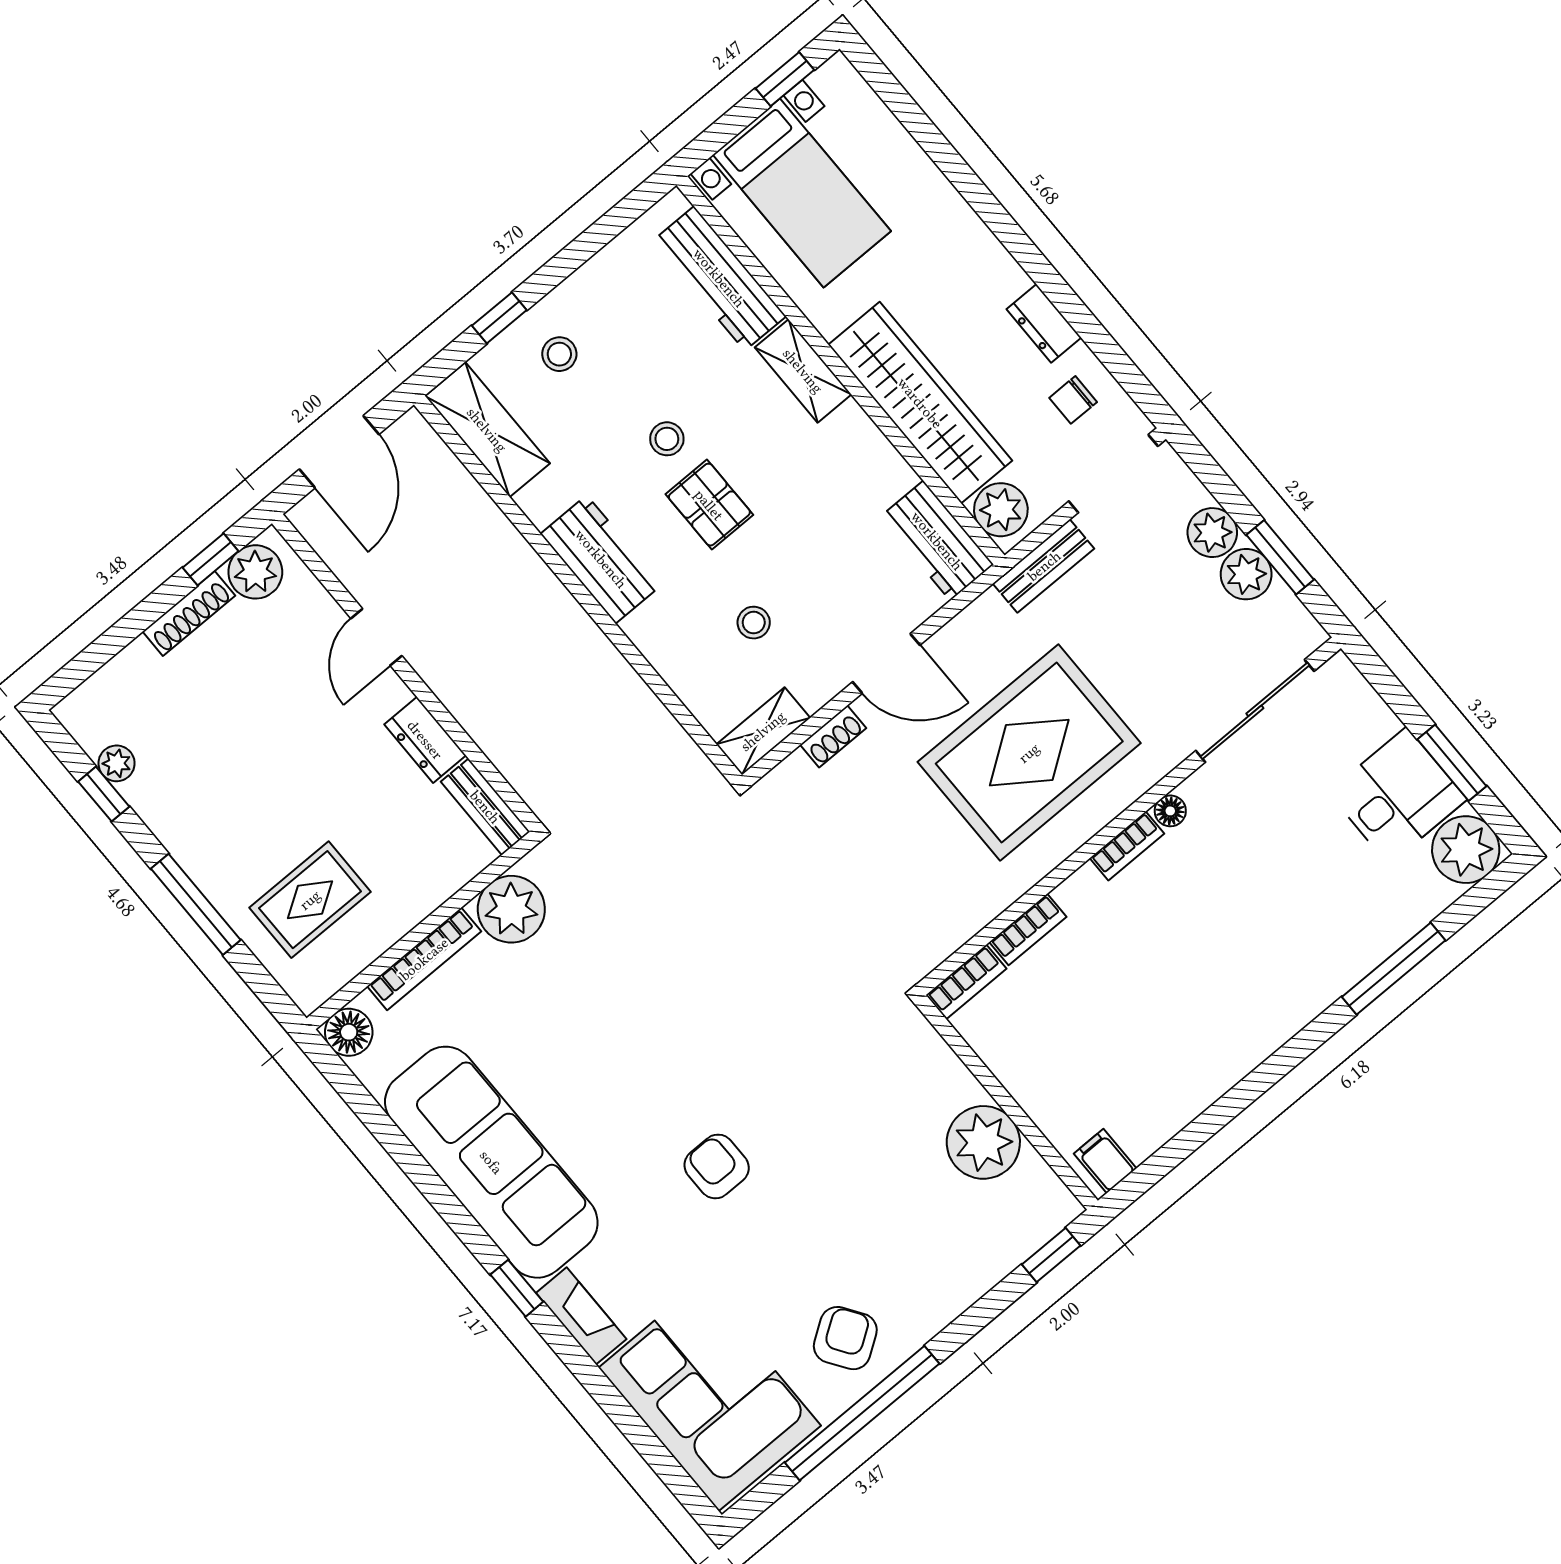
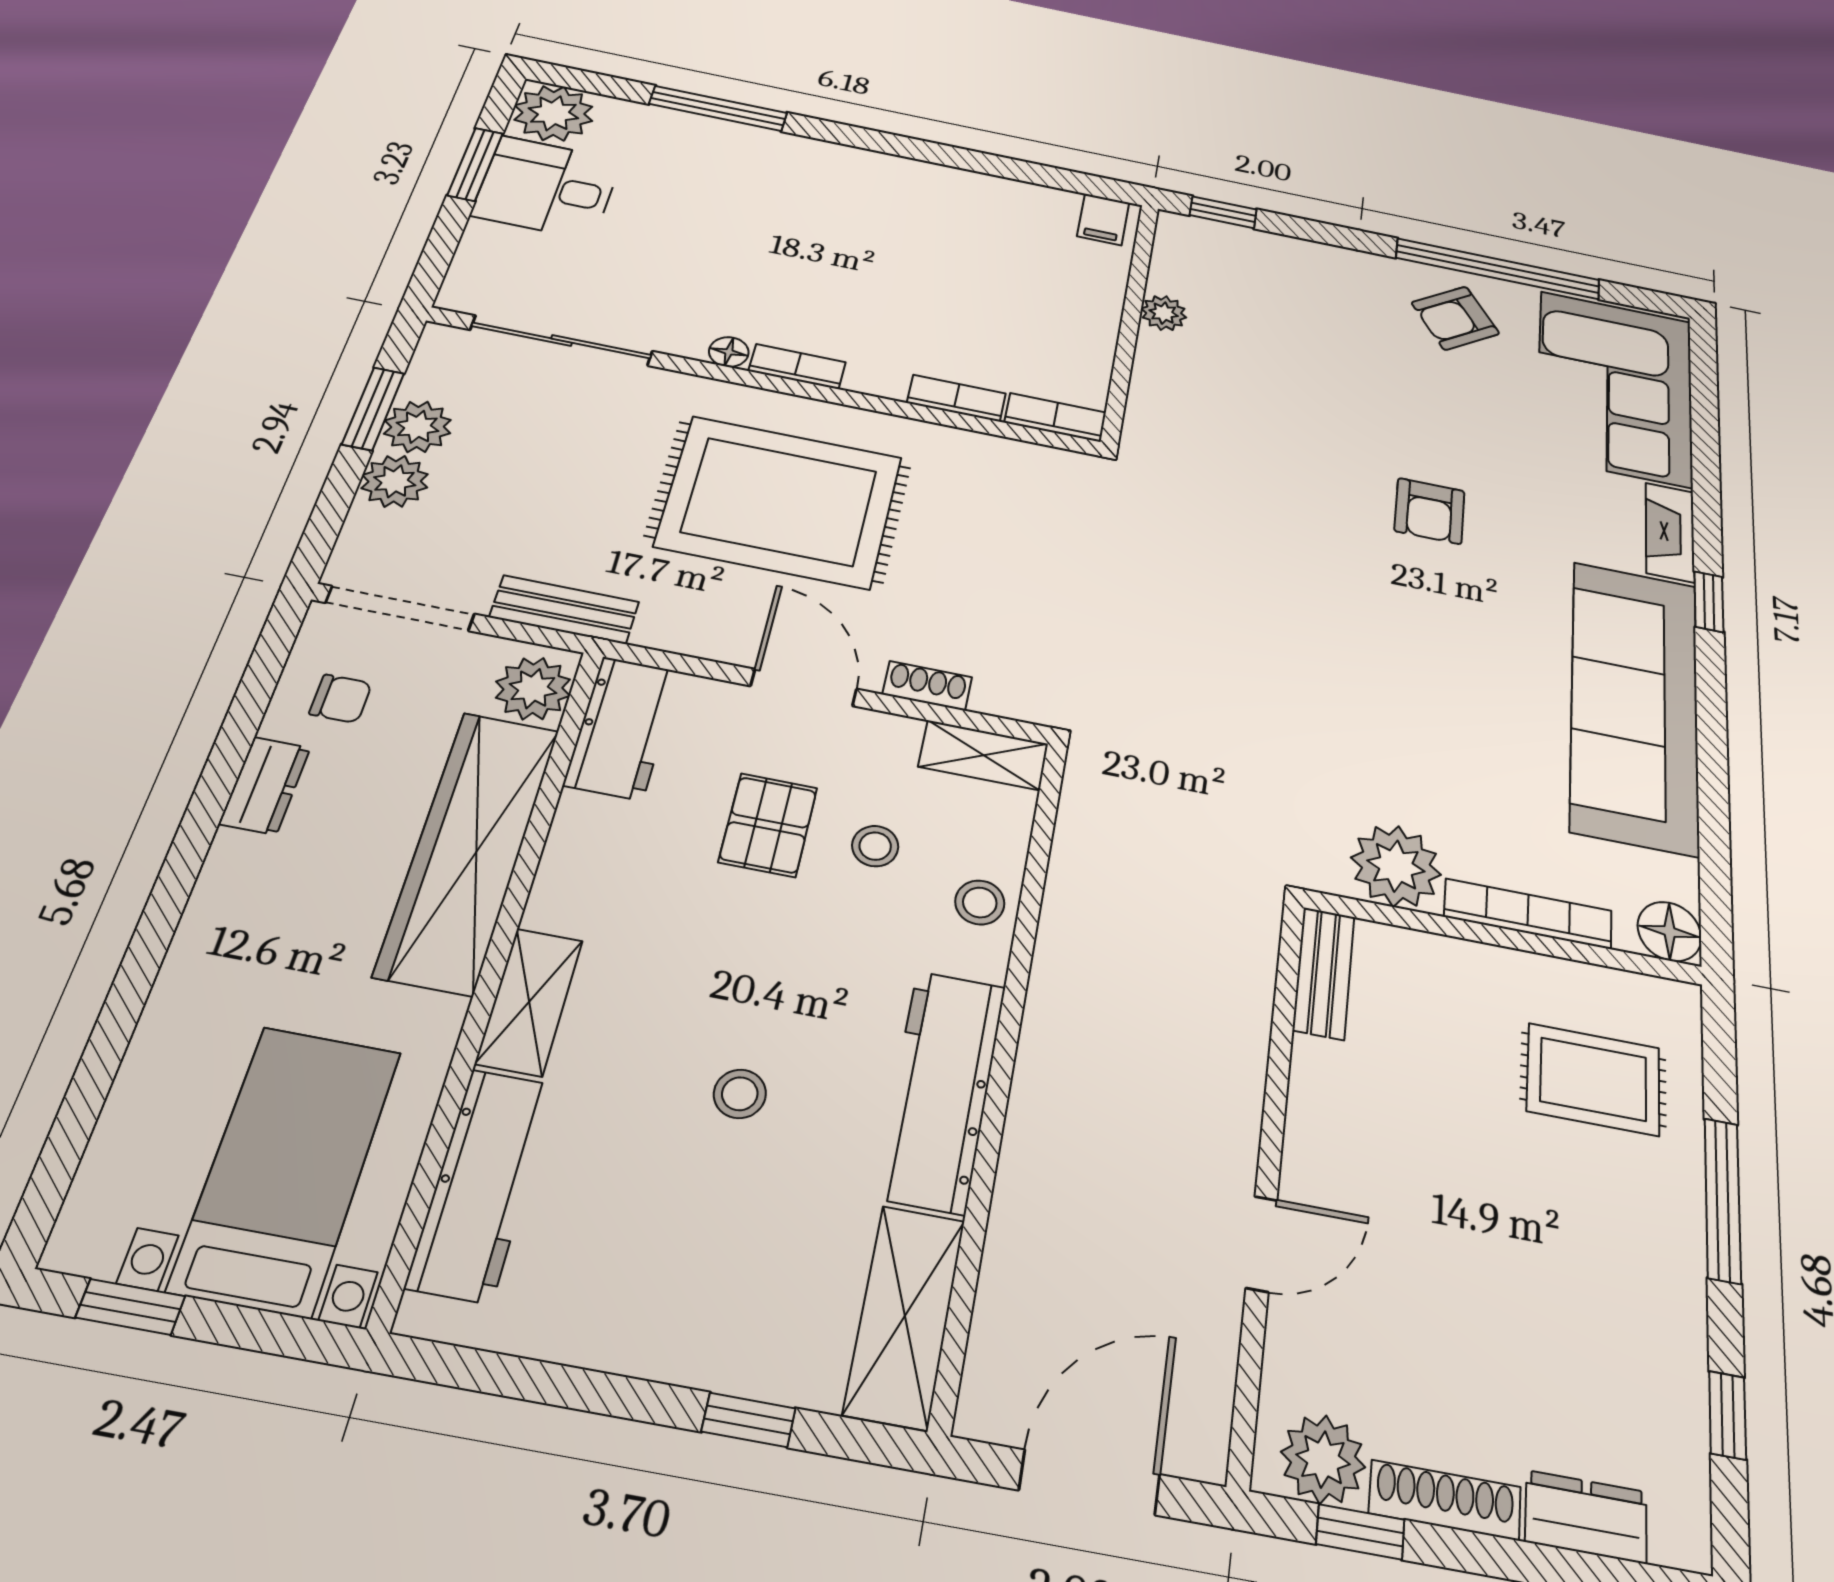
stool: (559, 354) -> (980, 902), moved
pallet: (709, 505) -> (768, 825), moved
workbench: (601, 559) -> (941, 1090), width x1.37
dresser: (425, 740) -> (1586, 1517), moved, turned -90
plant: (117, 763) -> (1683, 1431), removed
plant: (983, 1142) -> (1164, 313), width x0.53, depth x0.53

